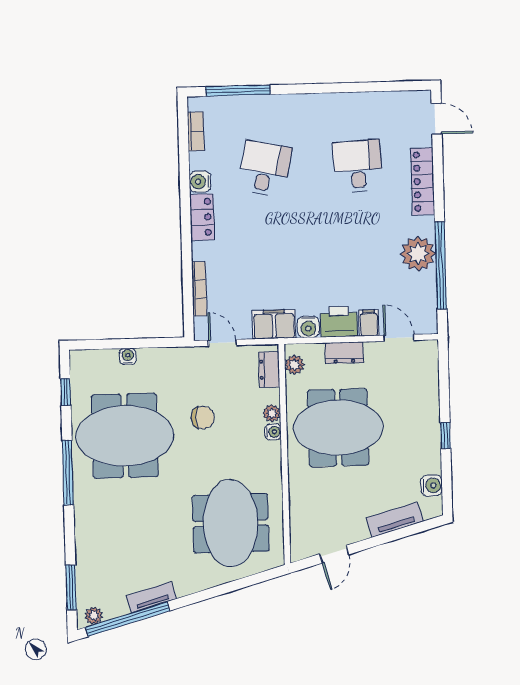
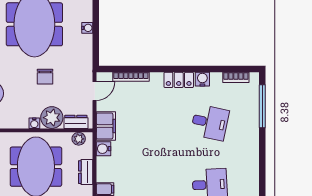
printer: (339, 322) -> (106, 169), removed
plant: (272, 413) -> (52, 118), width x1.88, depth x1.88

